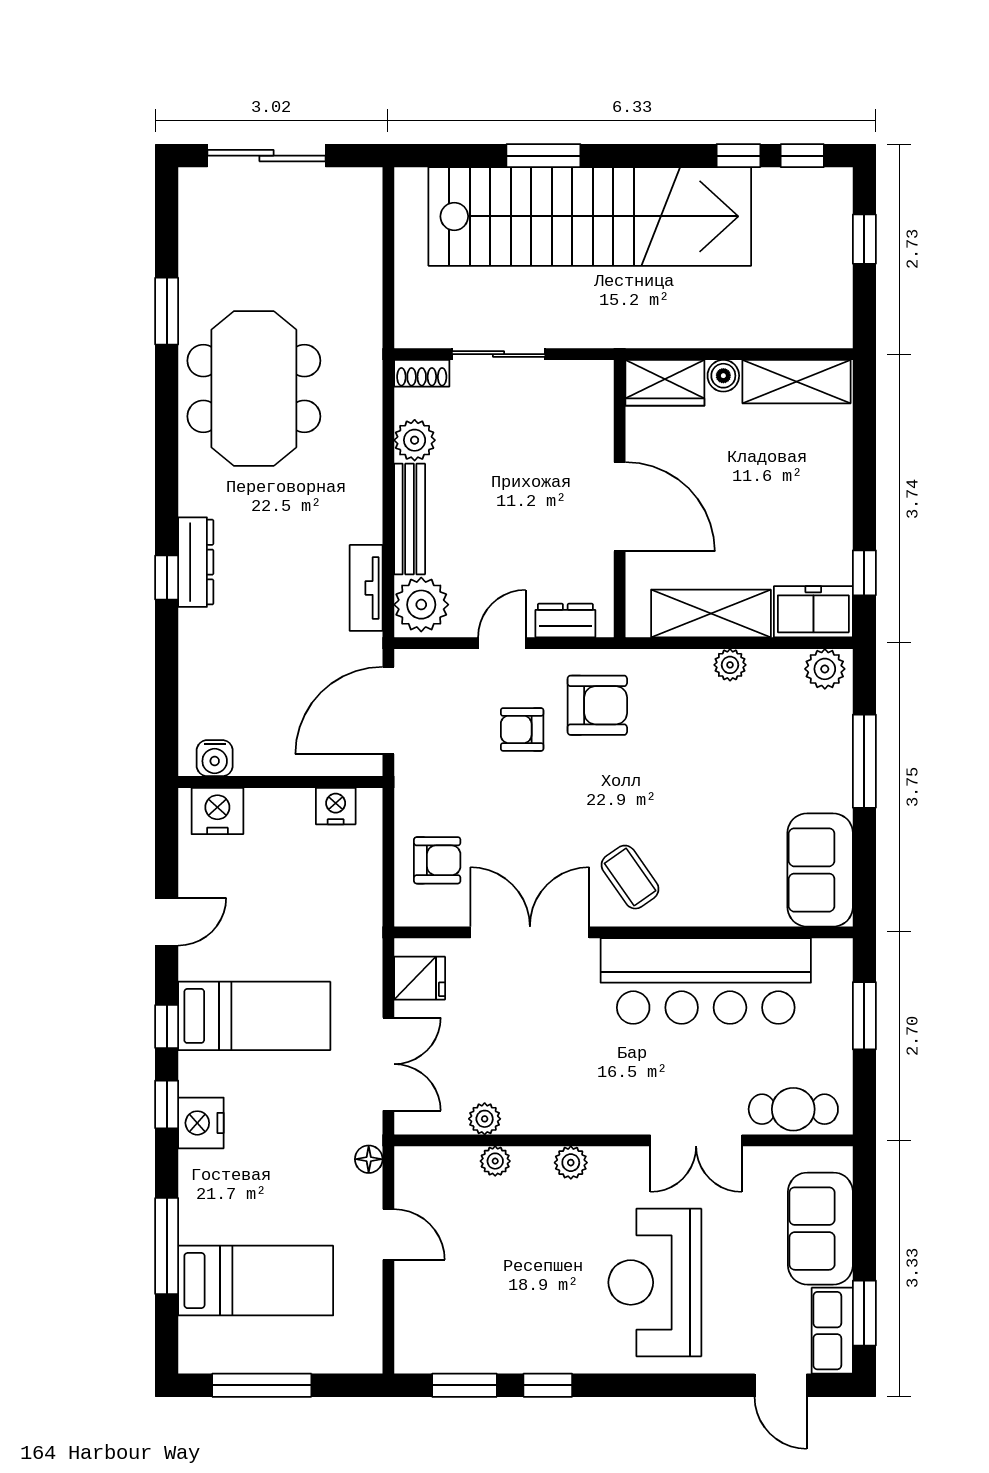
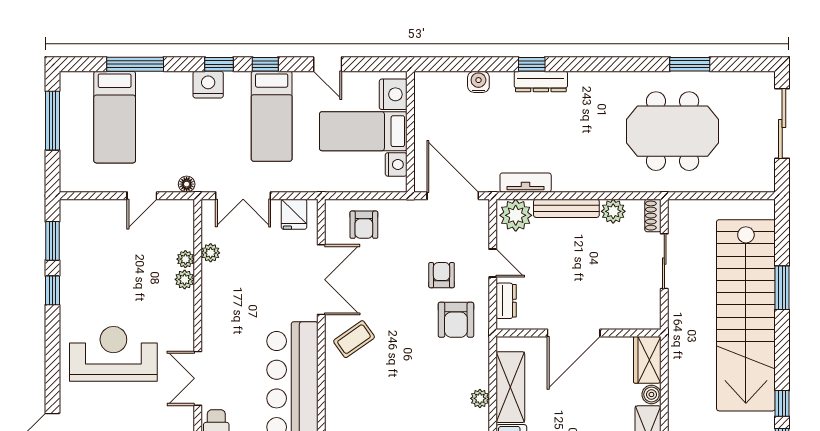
meeting table: (254, 389) -> (673, 131), moved
water cooler: (215, 758) -> (478, 82), moved, turned 90
bed: (280, 861) -> (363, 131), added
plant: (571, 1163) -> (185, 279), moved

